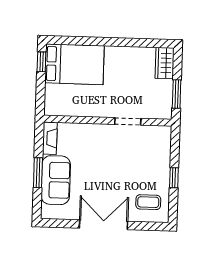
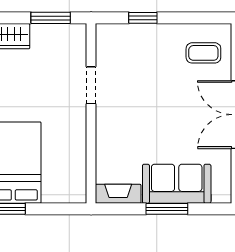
window: (174, 178) -> (143, 18), moved
coffee table: (148, 202) -> (203, 53), turned 90

